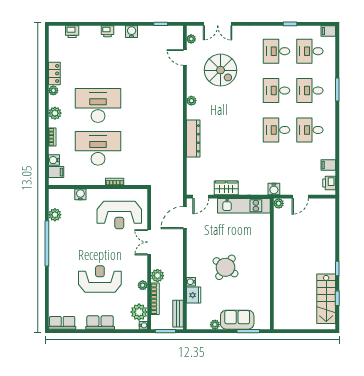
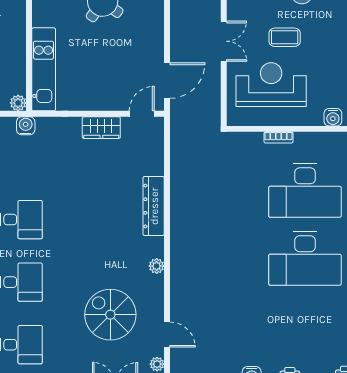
kitchen unit: (244, 206) -> (44, 69), moved, turned 90
coffee table: (111, 245) -> (285, 37), added

